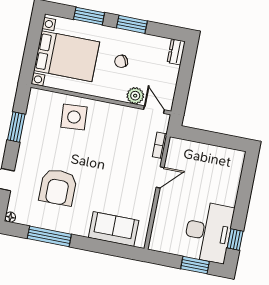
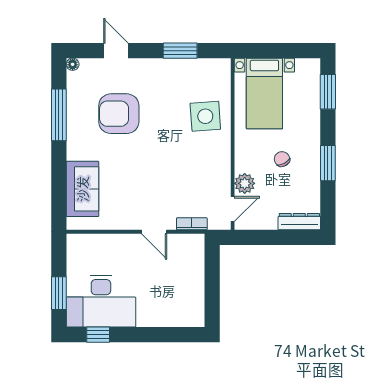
window: (89, 16) -> (328, 92), moved
dresser: (176, 52) -> (299, 222), width x1.44
bed with nightstands: (67, 56) -> (264, 93), width x0.73

